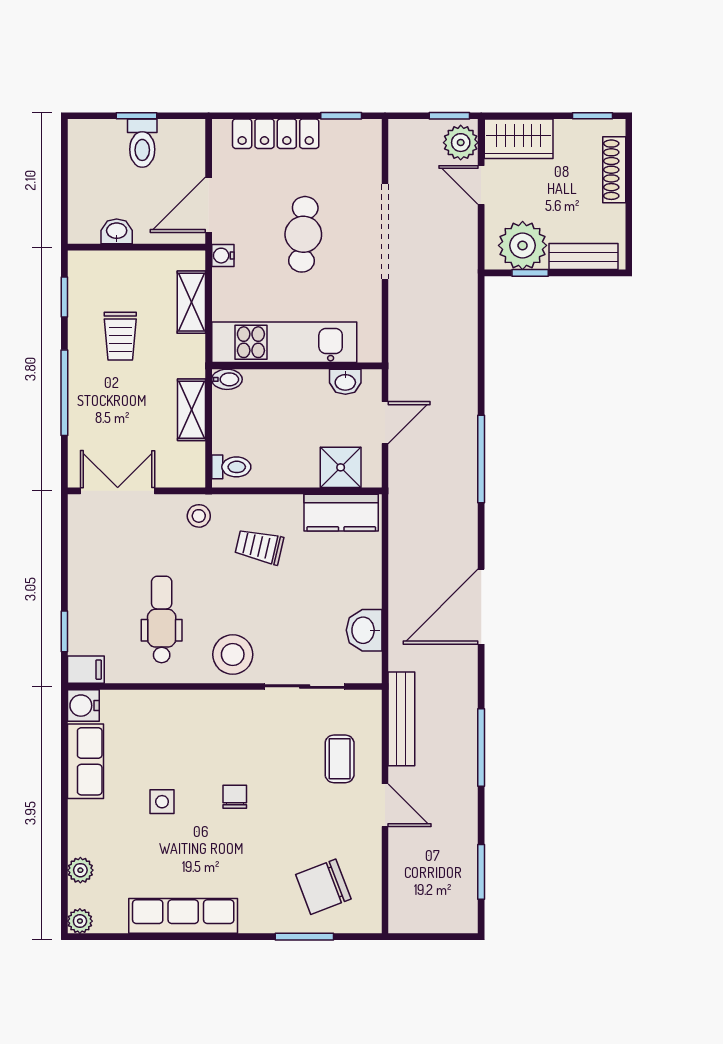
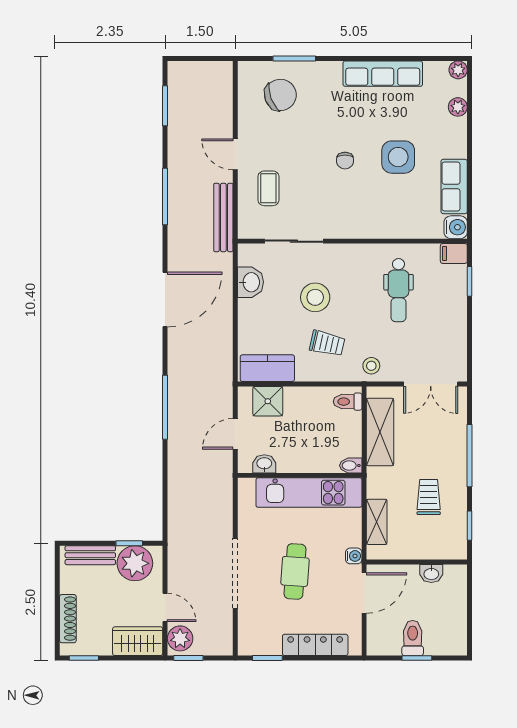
shelving: (192, 410) -> (380, 432), width x1.50, depth x1.33
stool: (233, 654) -> (315, 297), moved
side table: (162, 802) -> (398, 157), width x1.87, depth x1.87

